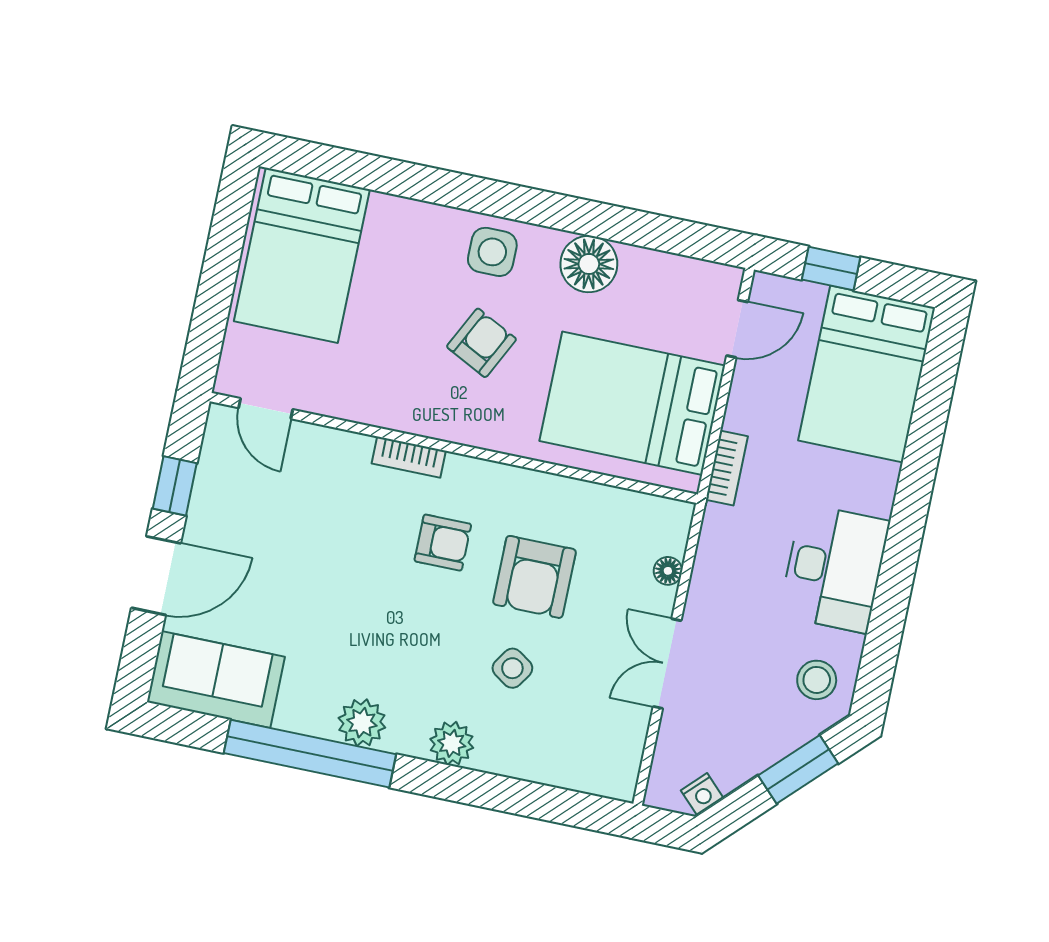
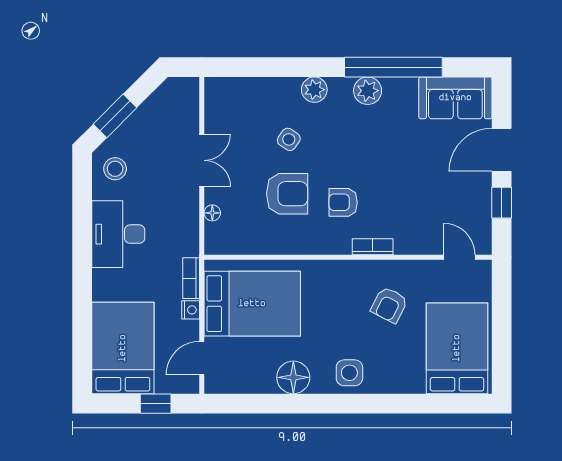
armchair: (482, 343) -> (389, 305), moved
armchair: (534, 577) -> (287, 194), turned 90
nightstand: (702, 794) -> (191, 310), moved, turned 135

